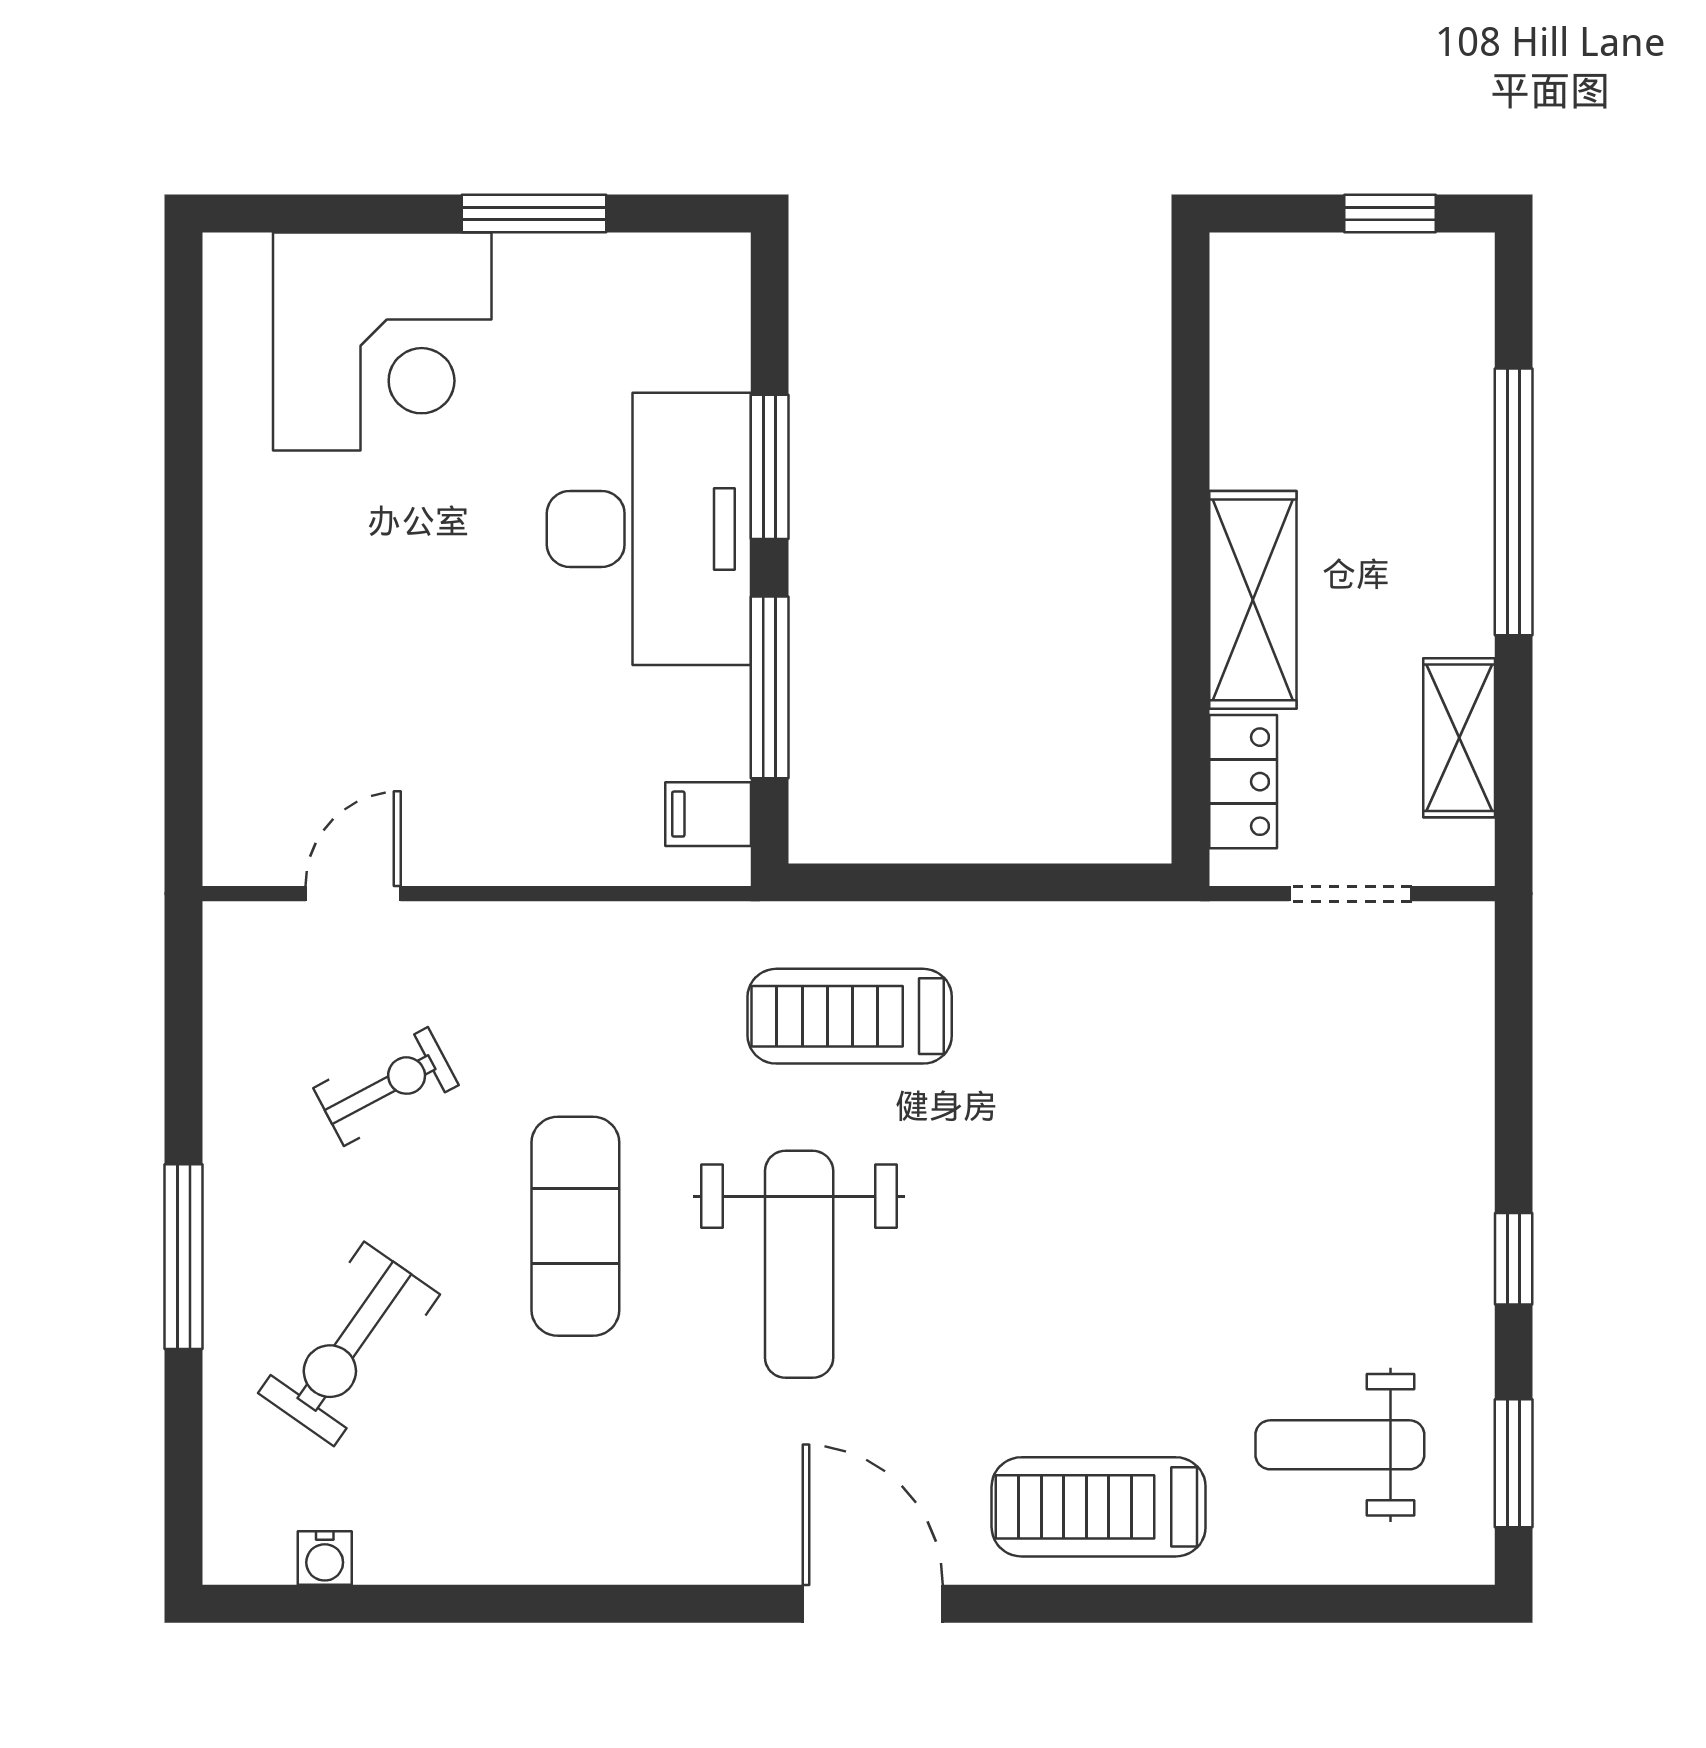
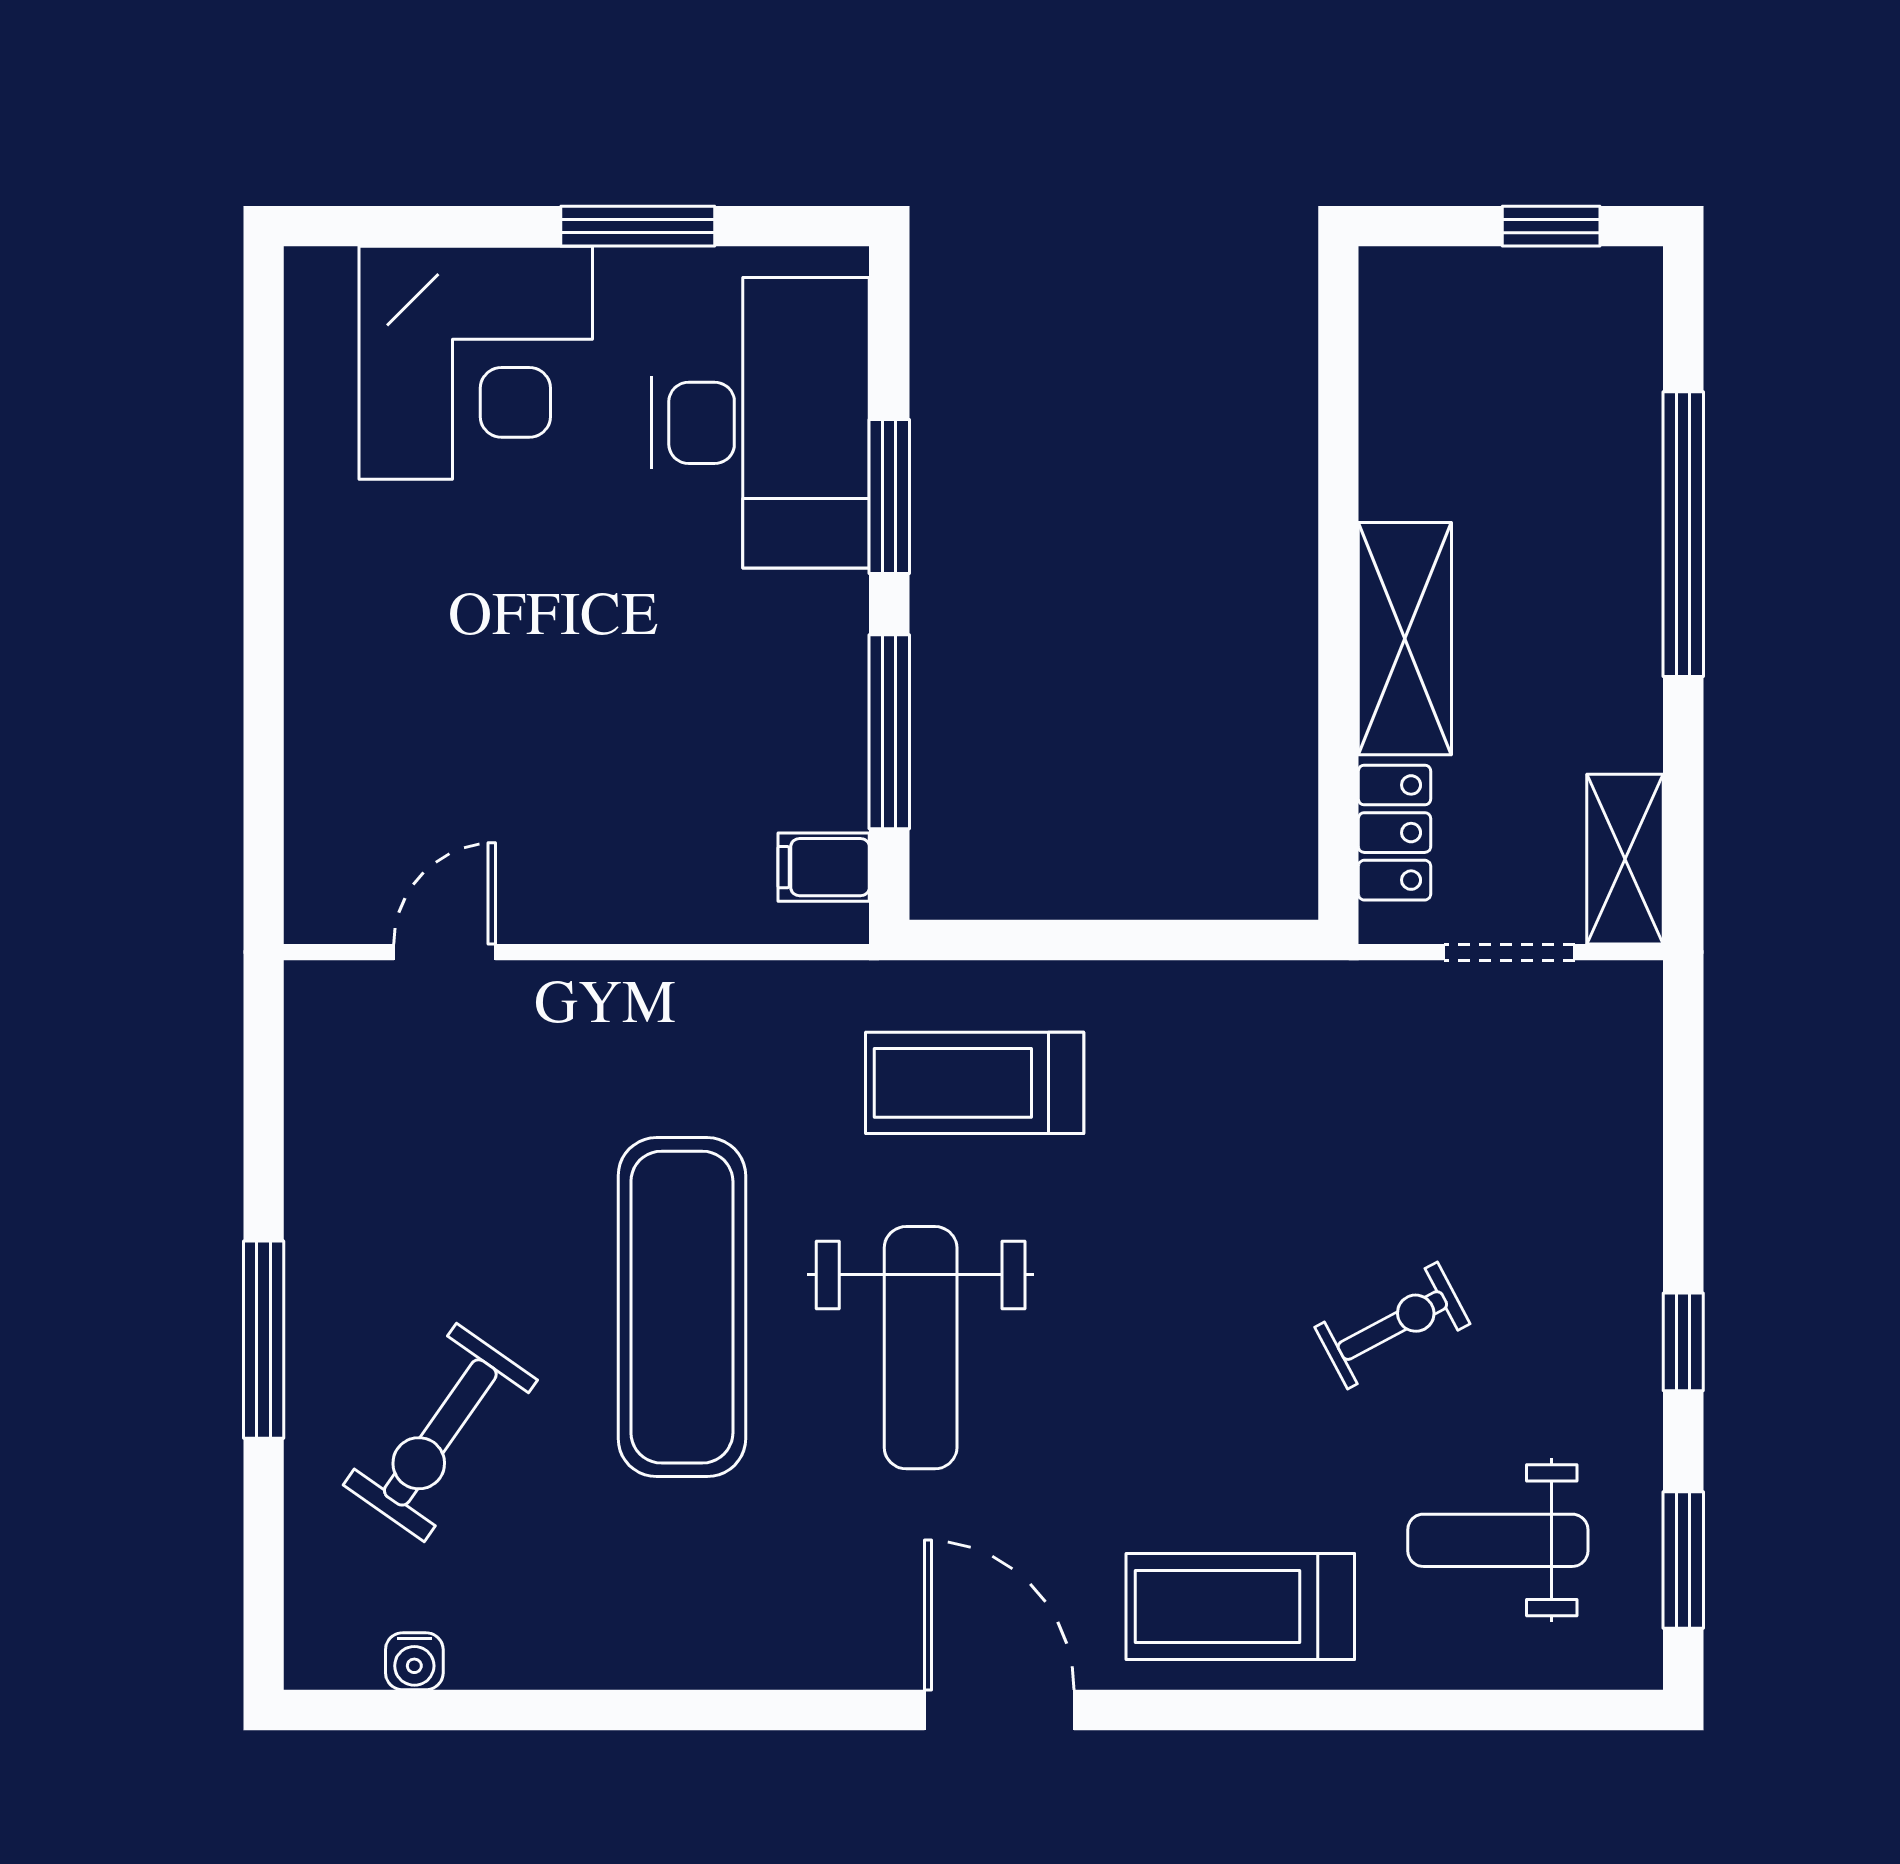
desk: (649, 529) -> (760, 423), moved
shelving: (1459, 738) -> (1625, 859), moved
exercise bike: (386, 1087) -> (1392, 1326), moved
exercise mat: (575, 1226) -> (682, 1307), width x1.36, depth x1.45

